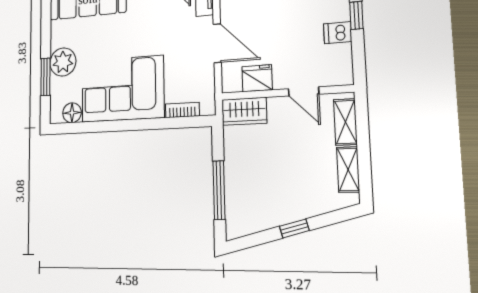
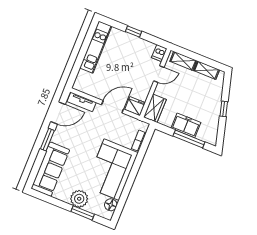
dishwasher: (338, 33) -> (159, 53), moved
fridge: (257, 78) -> (135, 106), moved, turned 90
freezer: (239, 175) -> (186, 125), added

